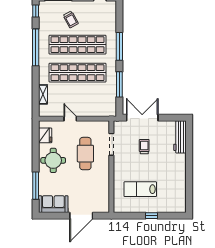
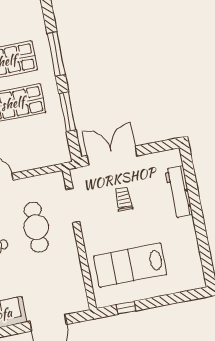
workbench: (180, 137) -> (179, 192), moved
lab bench: (140, 189) -> (130, 265), width x1.36, depth x1.39
window: (151, 216) -> (126, 308), moved

